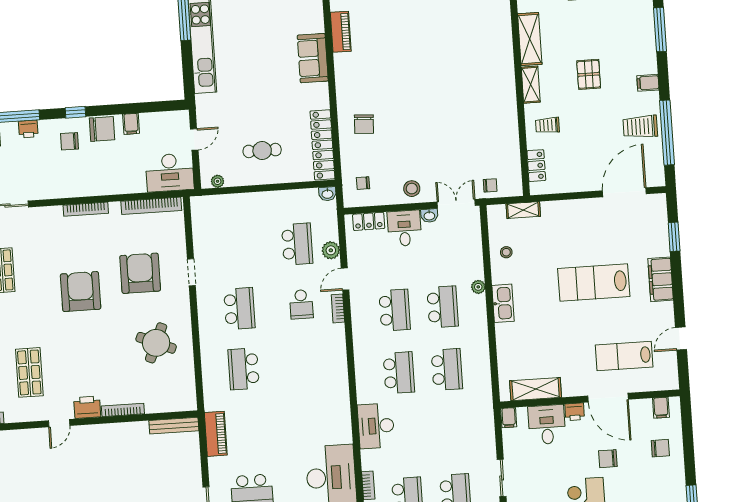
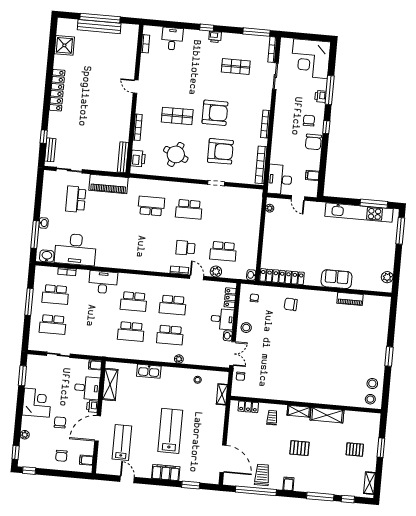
filing cabinet: (131, 124) -> (312, 175), moved
cafe table: (262, 151) -> (284, 239), removed
kitchen sink: (503, 303) -> (149, 371), moved
shop shelf: (29, 372) -> (177, 116), moved
printer: (87, 407) -> (138, 159), moved
piano: (216, 434) -> (109, 184), width x1.37, depth x1.33

